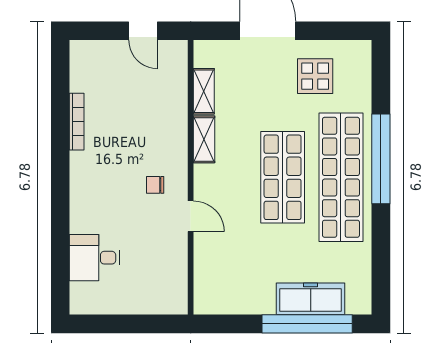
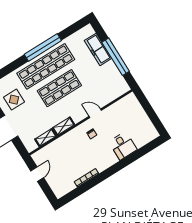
window: (381, 159) -> (43, 47), moved
door: (191, 216) -> (95, 113), hinge flipped
desk: (94, 258) -> (123, 146), moved
window: (307, 324) -> (116, 57), moved

